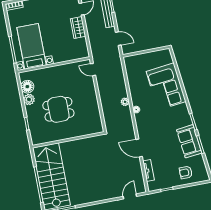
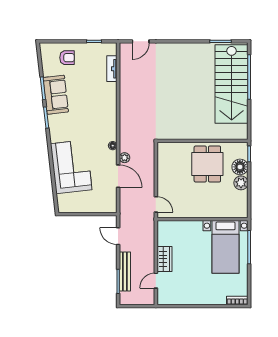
floor lamp: (27, 87) -> (240, 167), moved
dining table: (58, 109) -> (207, 164), turned 90
wall: (68, 140) -> (203, 141), moved
door: (139, 148) -> (118, 176), moved

